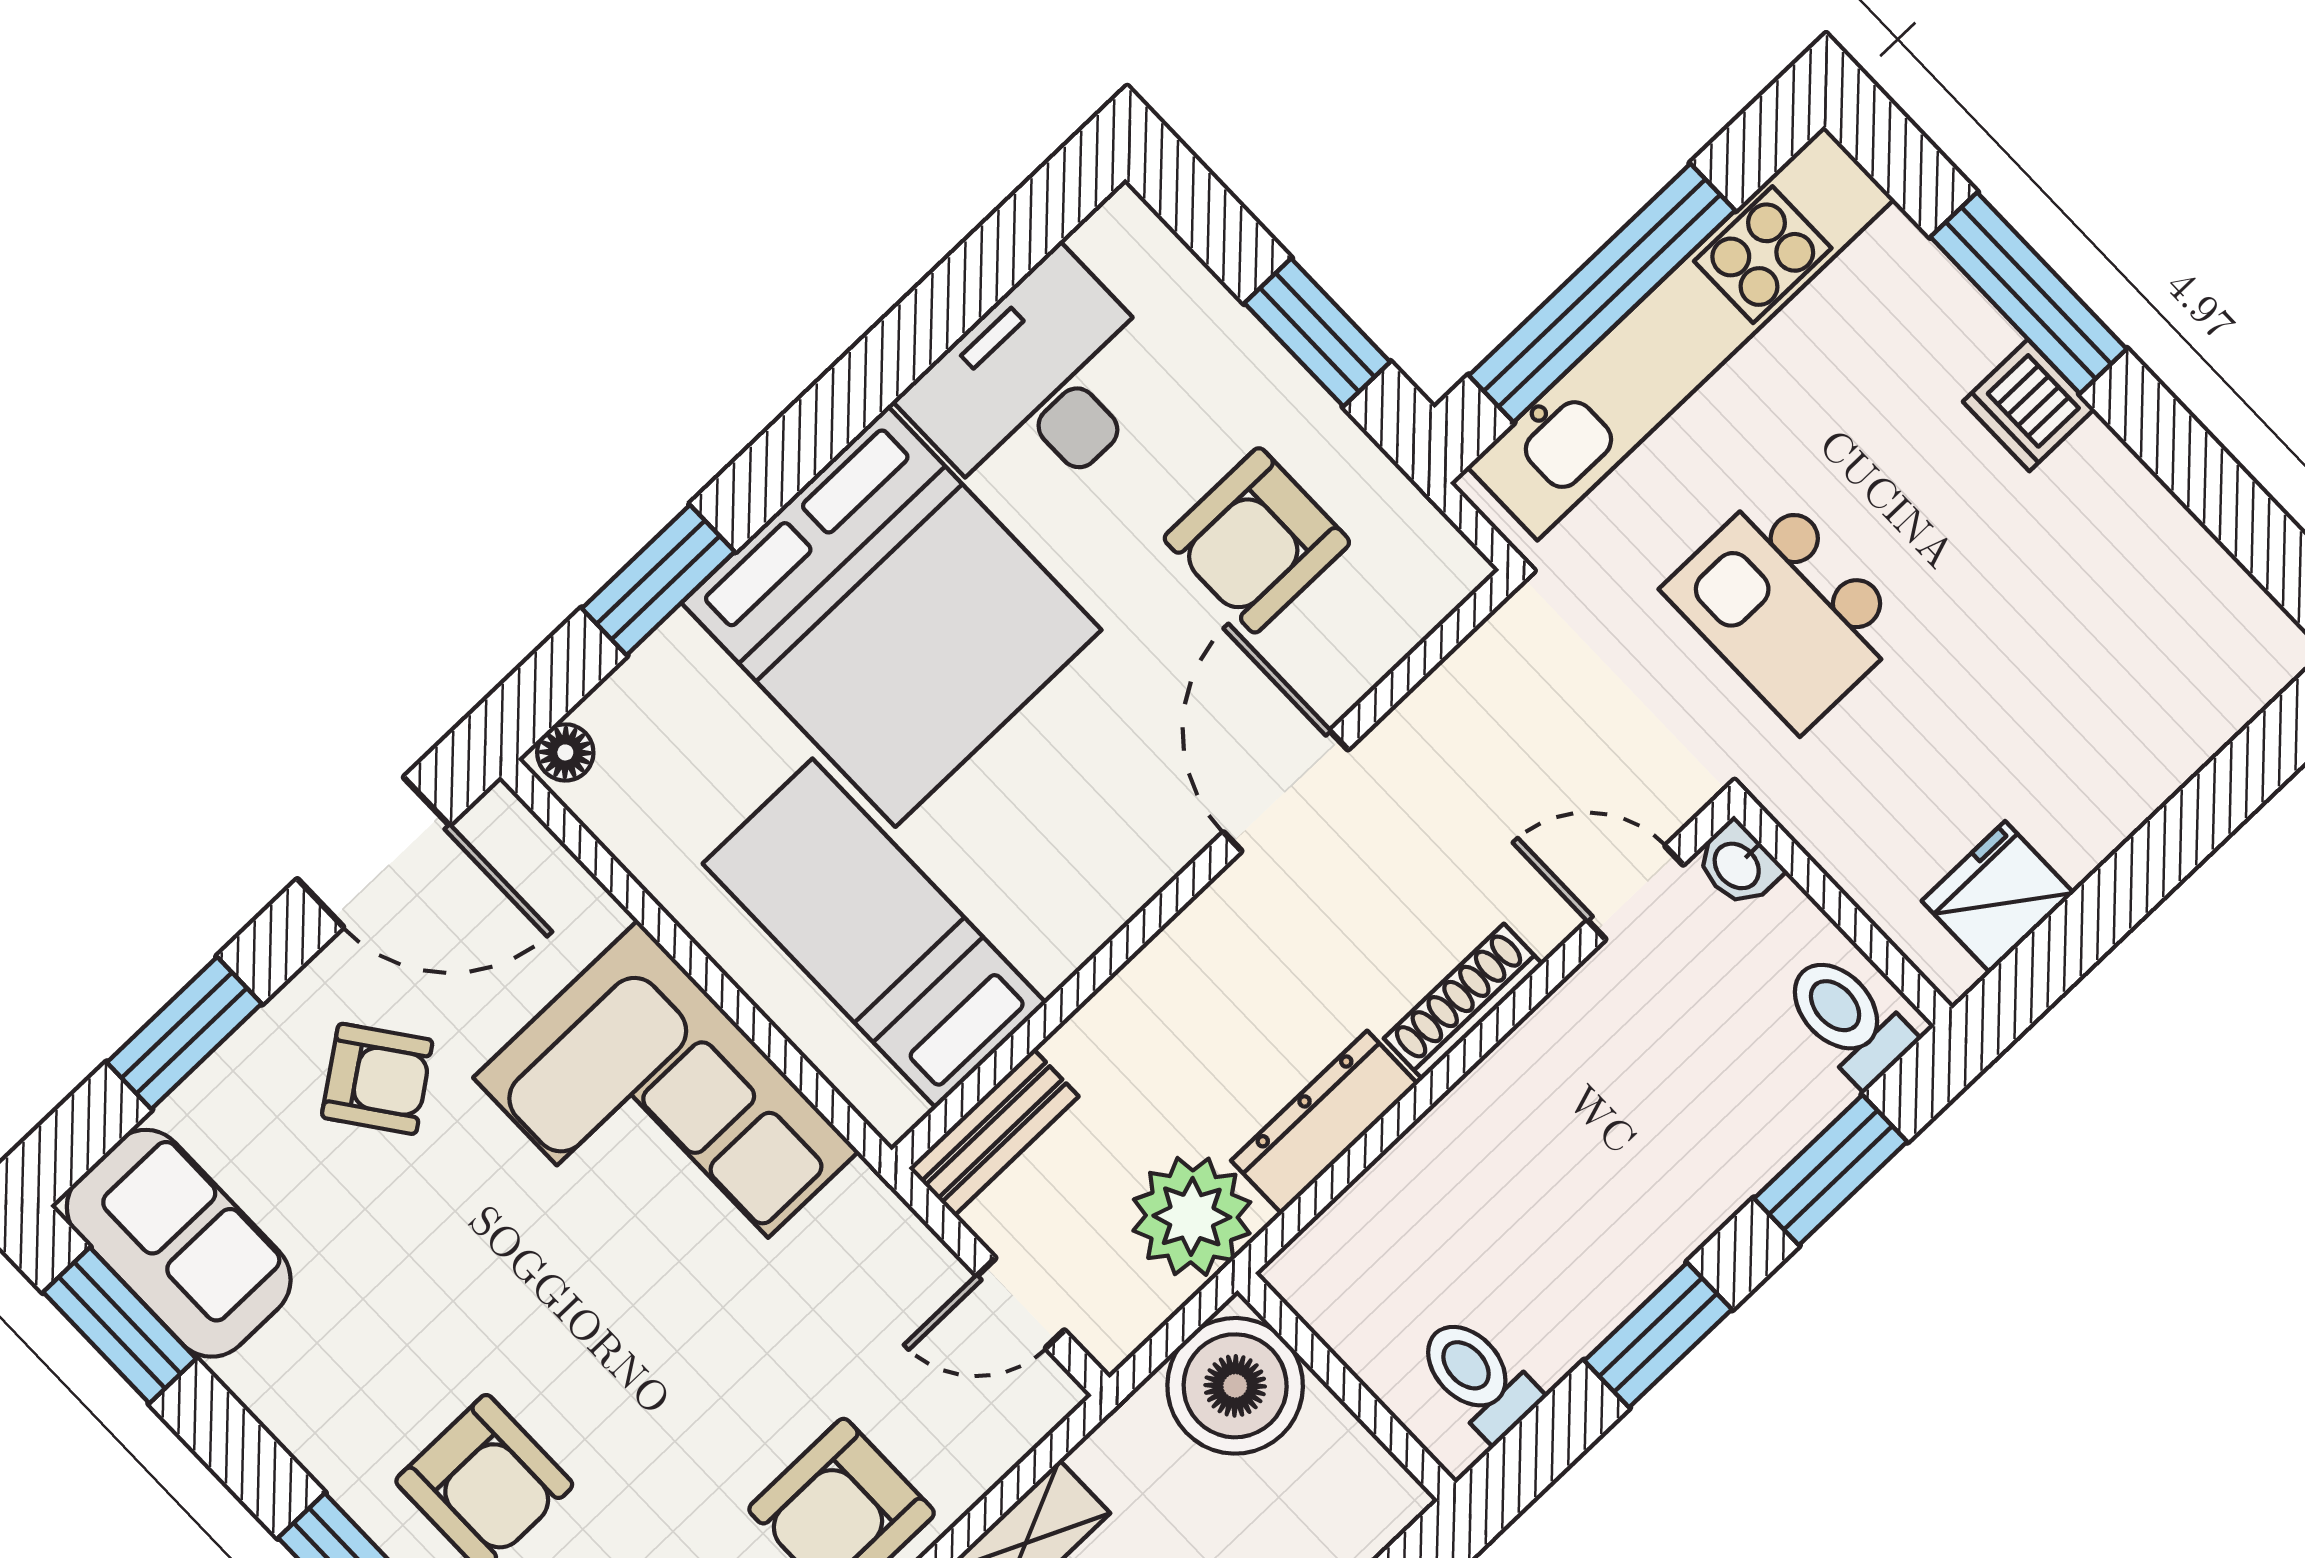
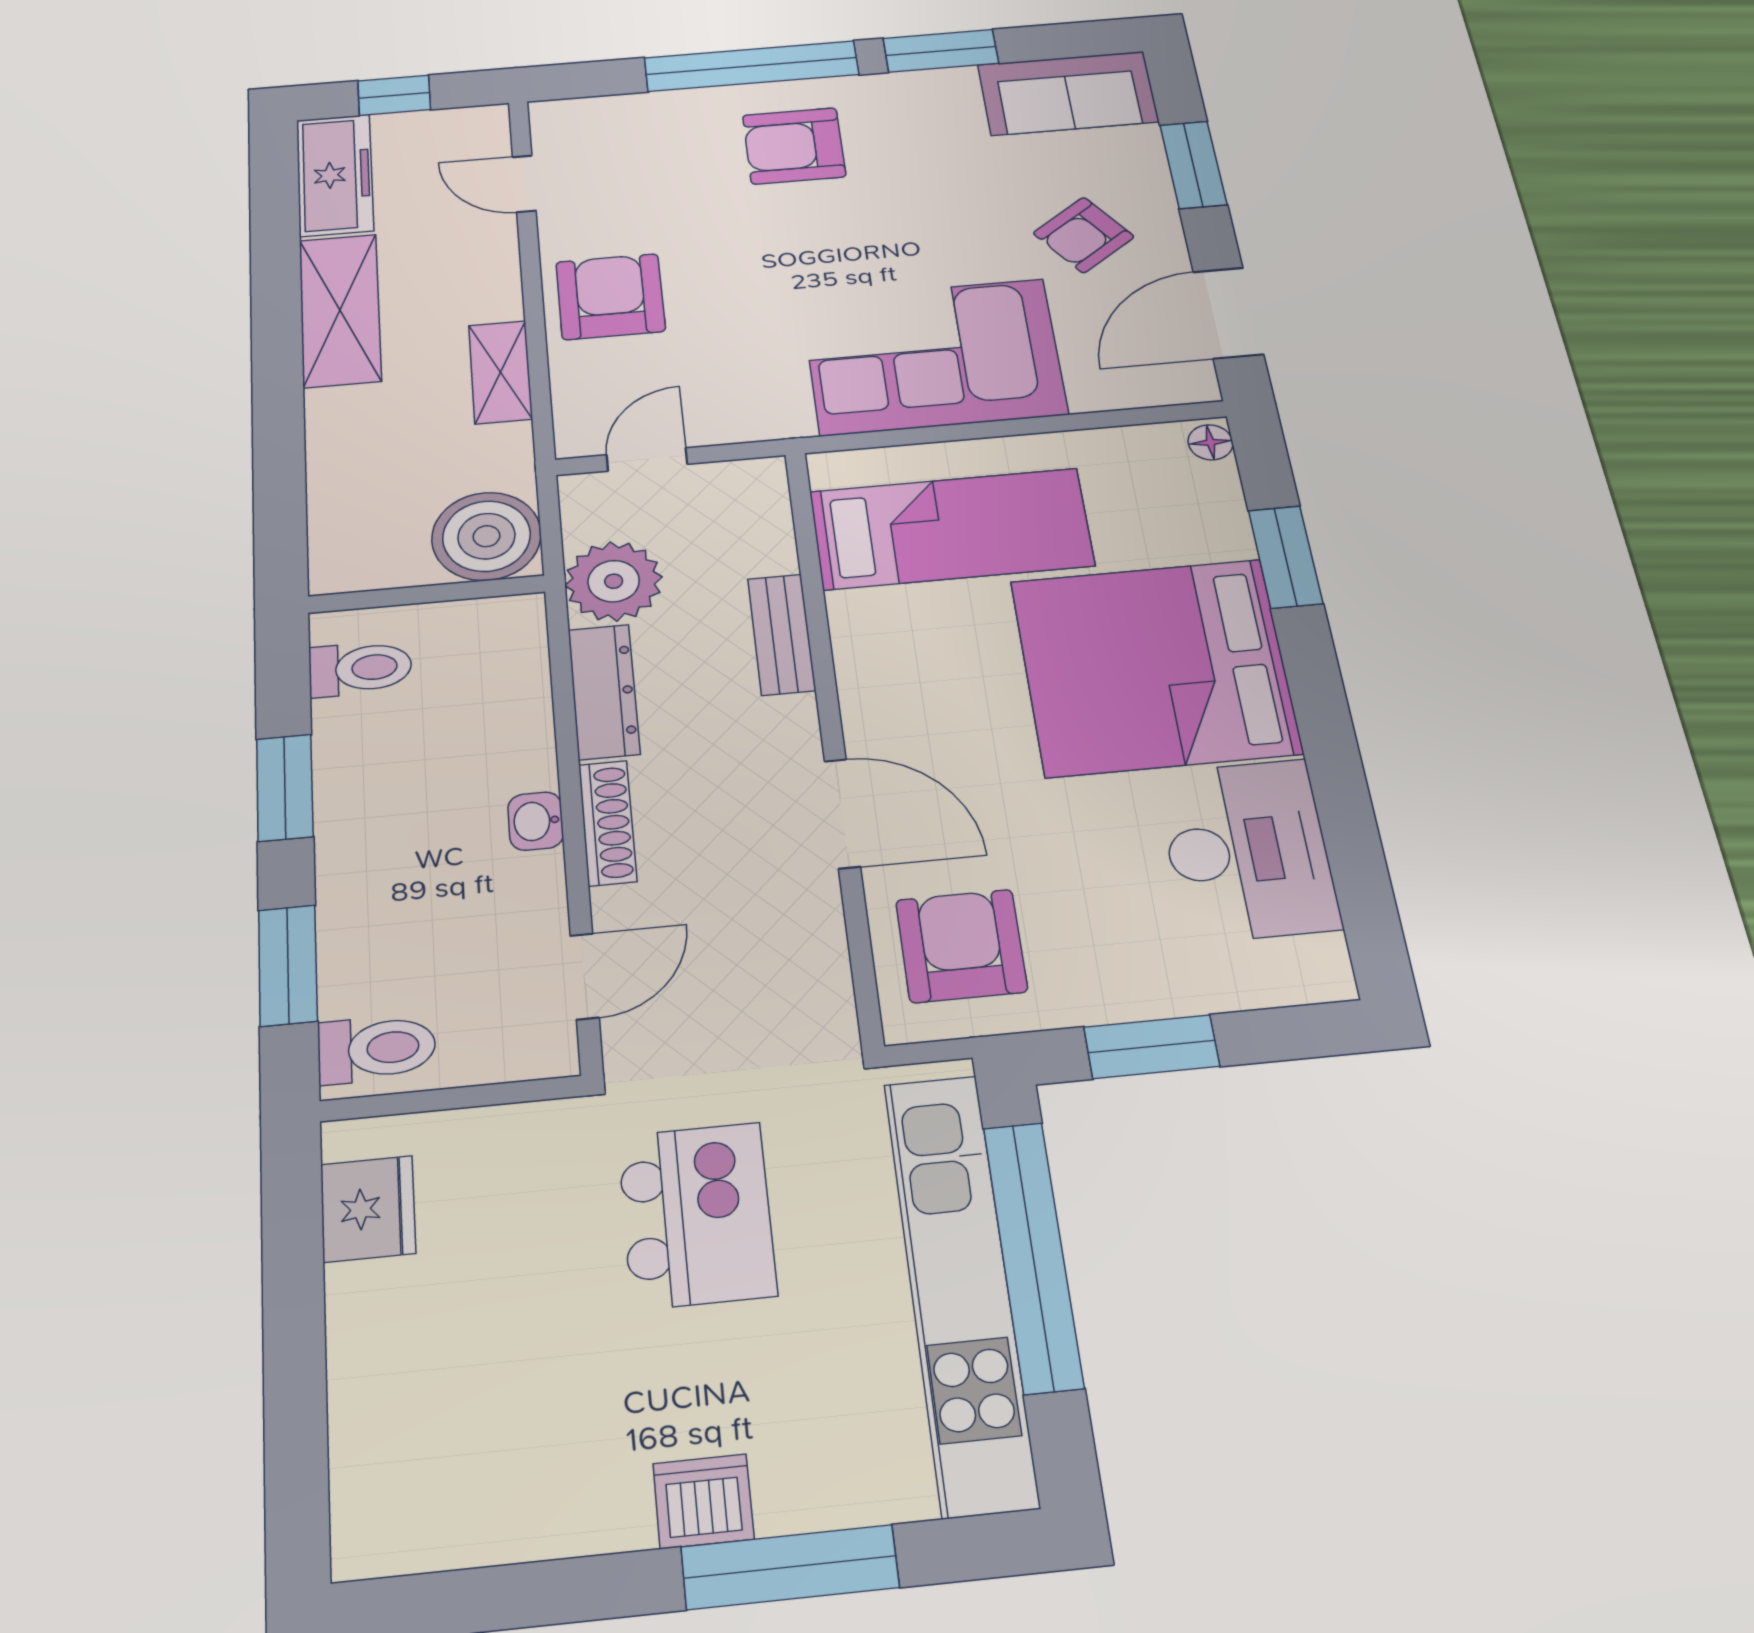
armchair: (1257, 540) -> (961, 946), moved
kitchen island: (1786, 609) -> (697, 1215), turned 90
washbasin: (1738, 865) -> (536, 821), moved, turned -90
bench: (994, 1132) -> (782, 634), moved
window: (120, 1325) -> (941, 51), moved

